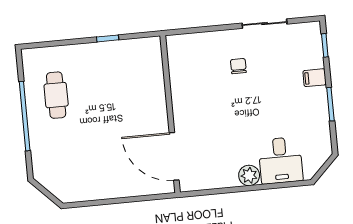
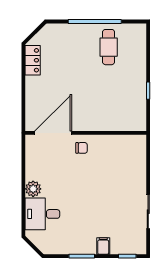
chair: (238, 66) -> (82, 148), moved
cafe table: (56, 95) -> (109, 47), turned 90
locker: (82, 192) -> (33, 60), added

